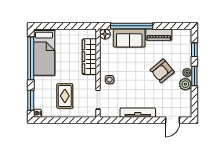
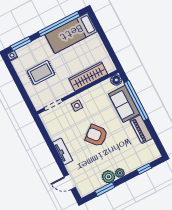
armchair: (162, 71) -> (96, 135), moved
window: (194, 76) -> (105, 189), moved
tv unit: (138, 113) -> (63, 152), width x0.71

